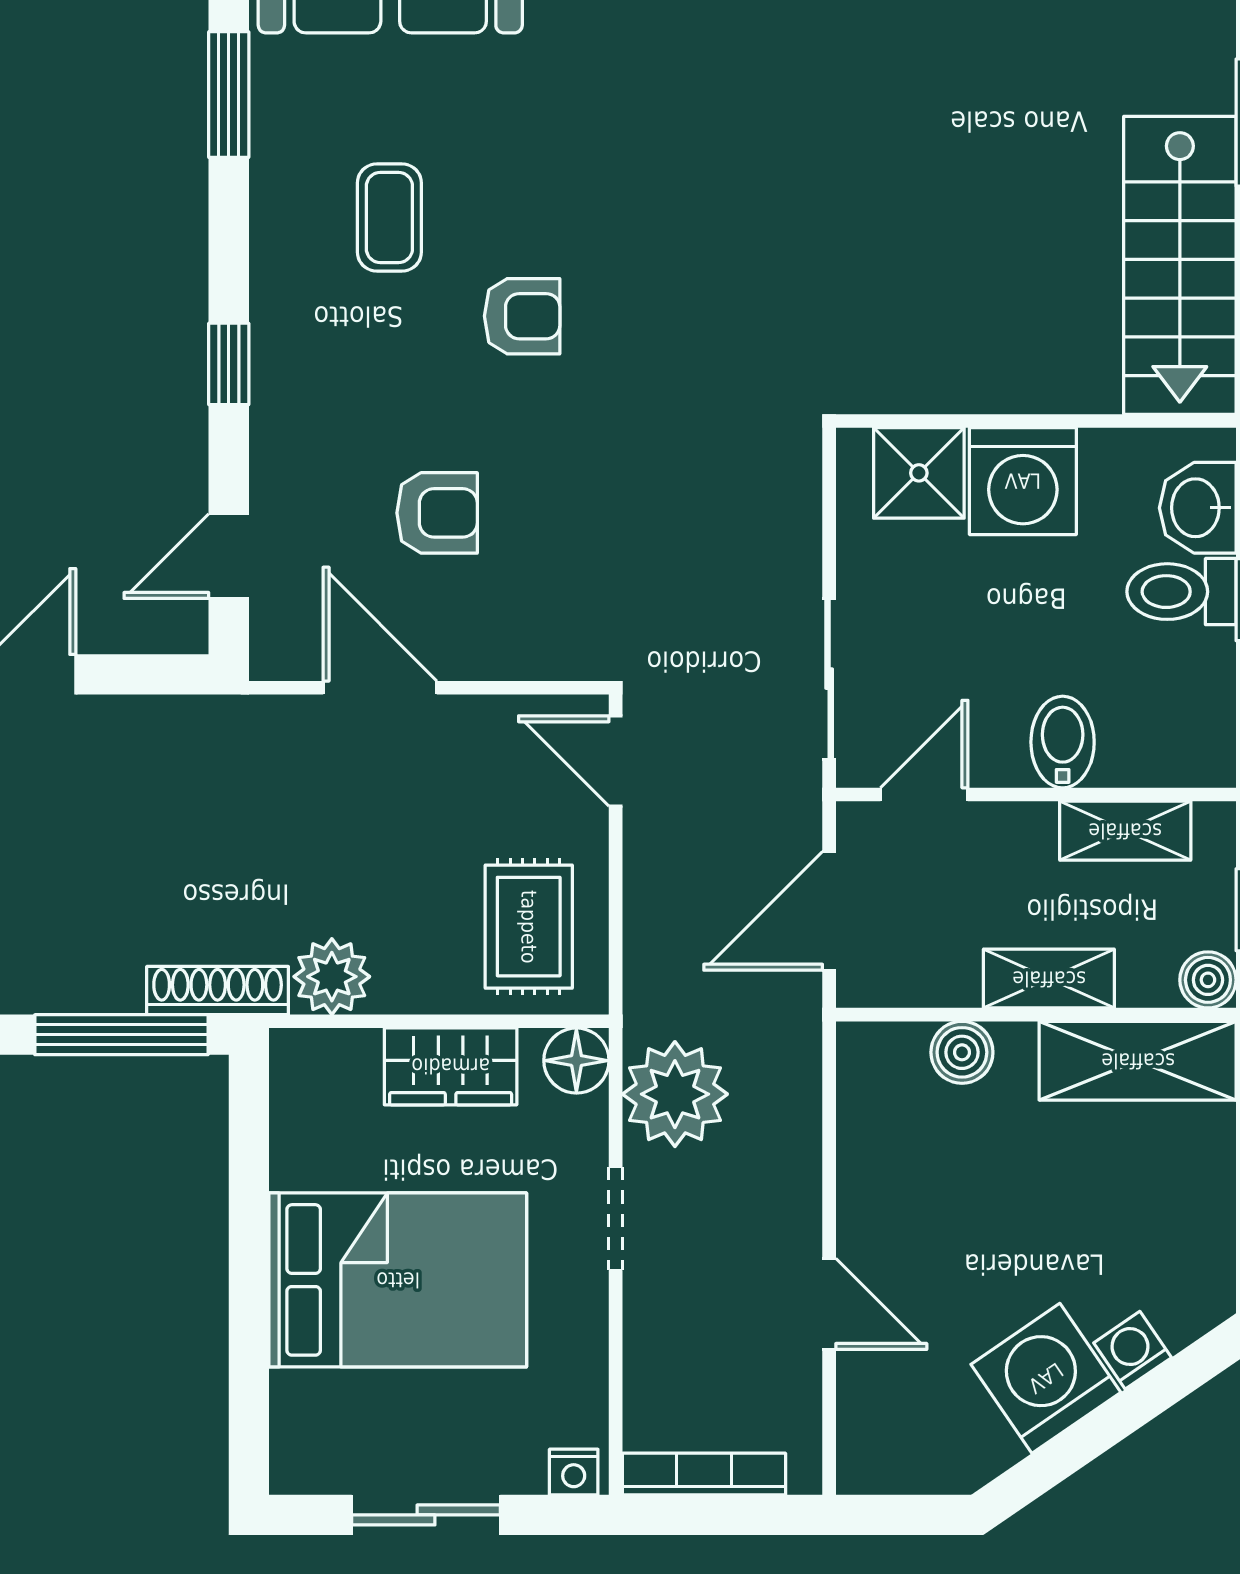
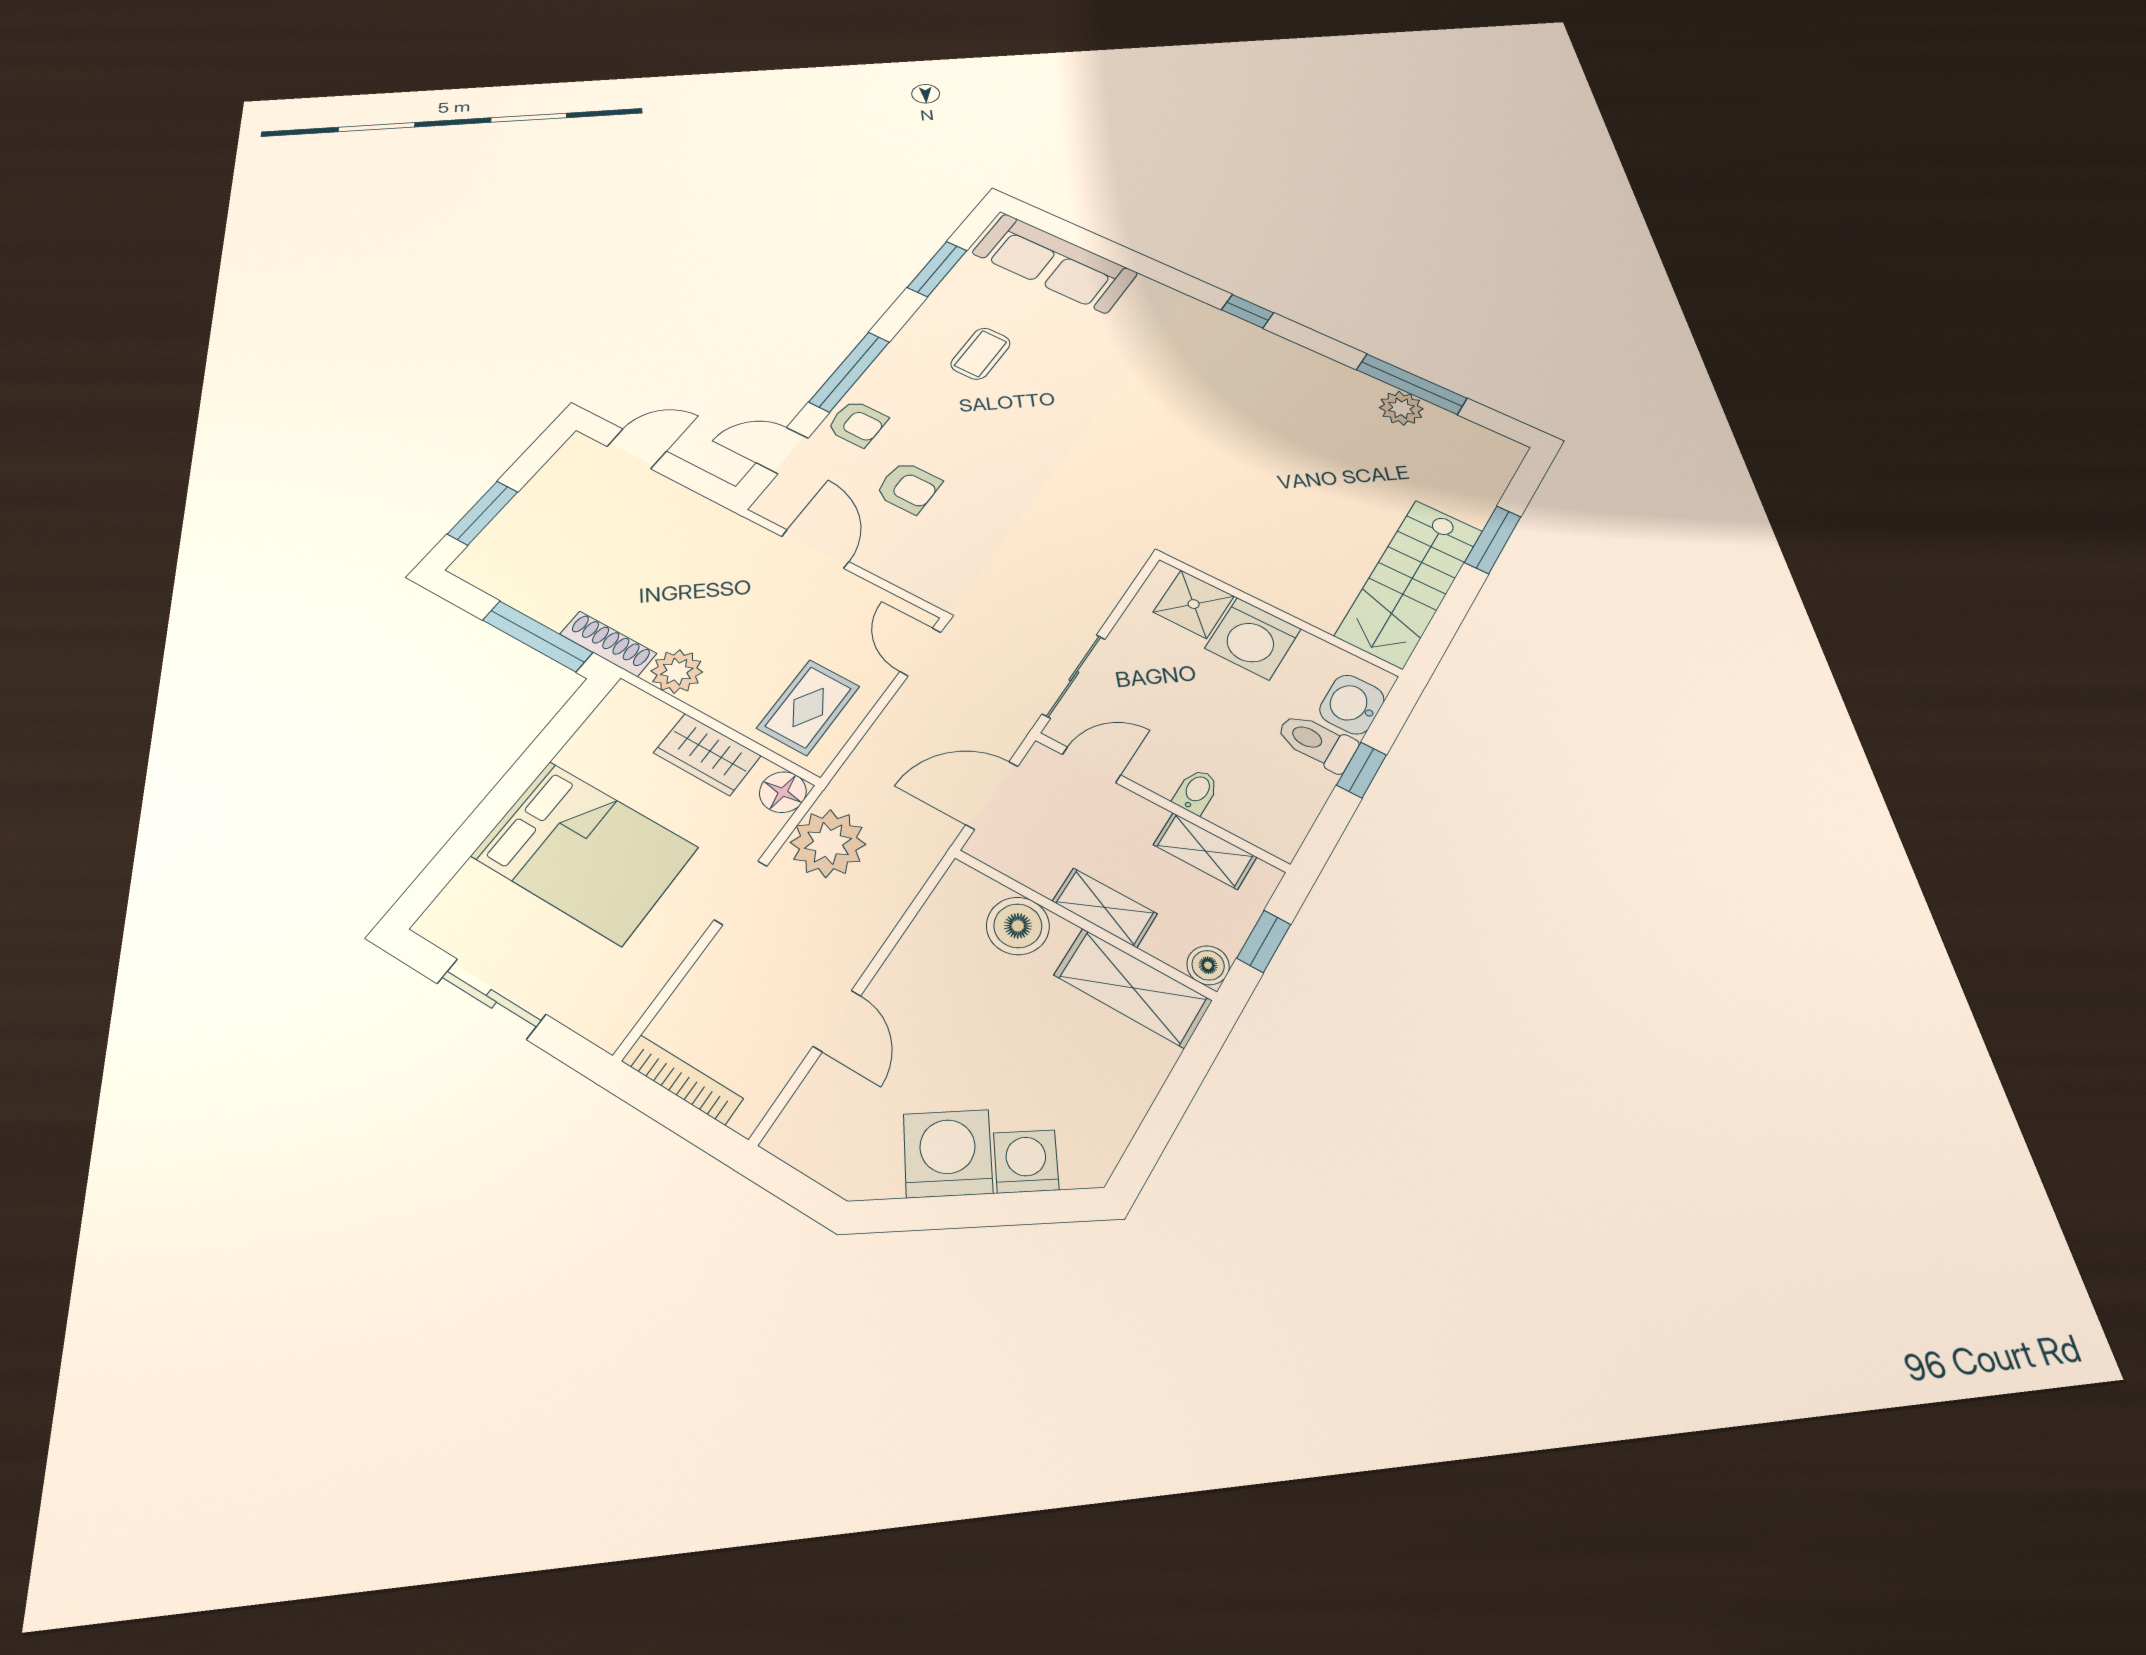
armchair: (522, 316) -> (857, 423), moved
window: (229, 364) -> (849, 372), width x2.17
bidet: (1063, 742) -> (1196, 791), width x0.72, depth x0.74
boiler: (962, 1052) -> (1018, 926), width x1.36, depth x1.36
washing machine: (1133, 1350) -> (1026, 1161), width x1.38, depth x1.38
nightstand: (574, 1472) -> (602, 1028), removed

